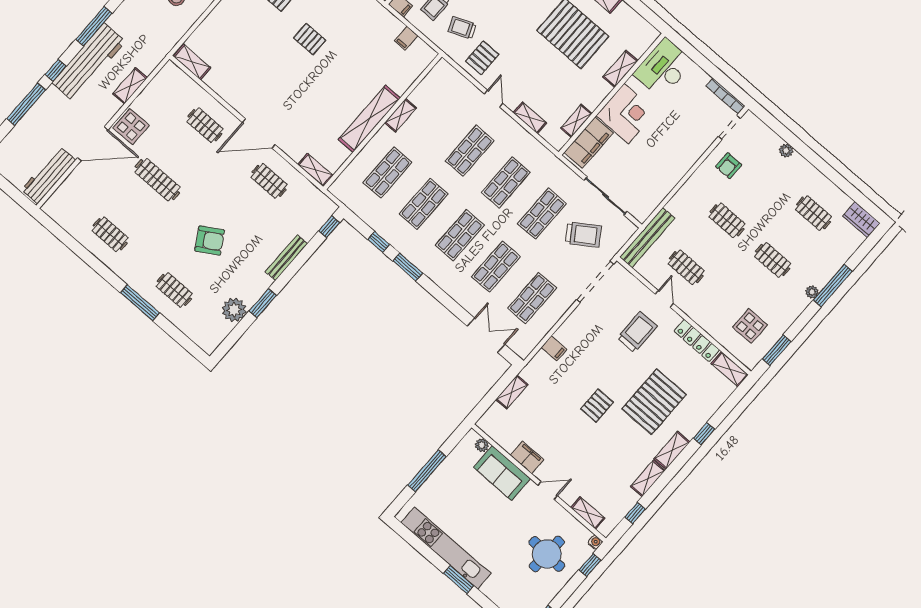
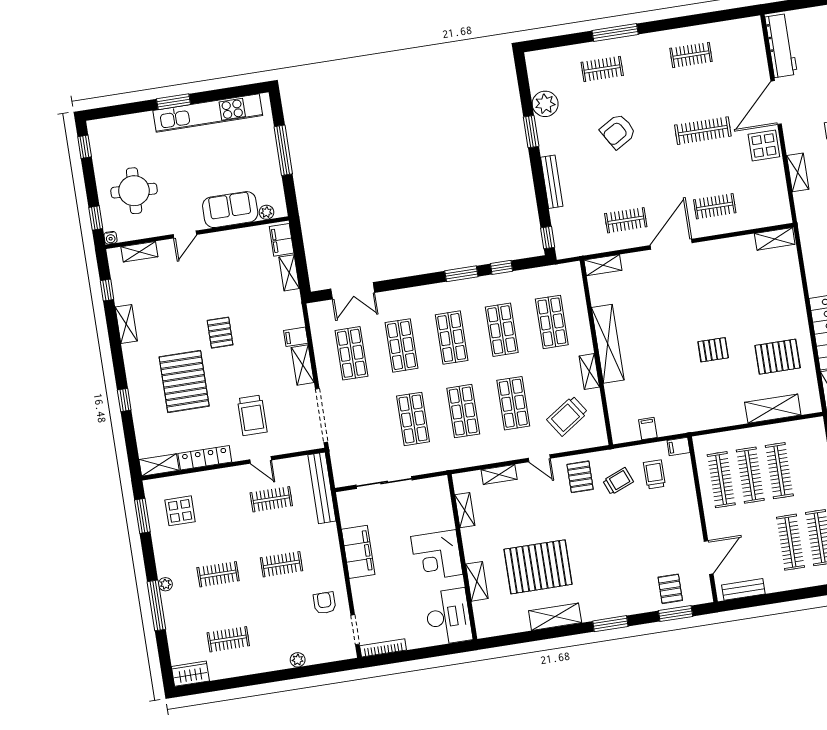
filing cabinet: (589, 143) -> (358, 552), moved, turned 180
trolley: (583, 235) -> (567, 416), moved
shelving: (672, 450) -> (303, 365), moved
filing cabinet: (527, 457) -> (282, 240), moved, turned 90

